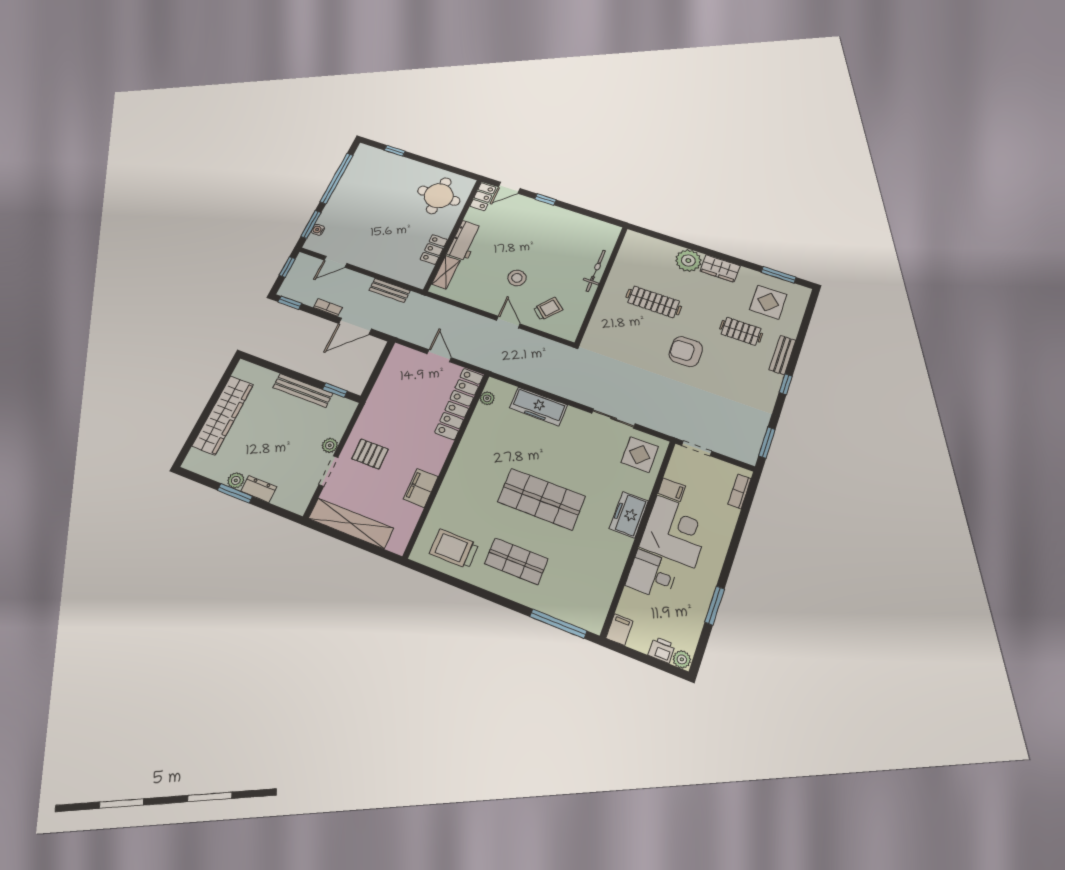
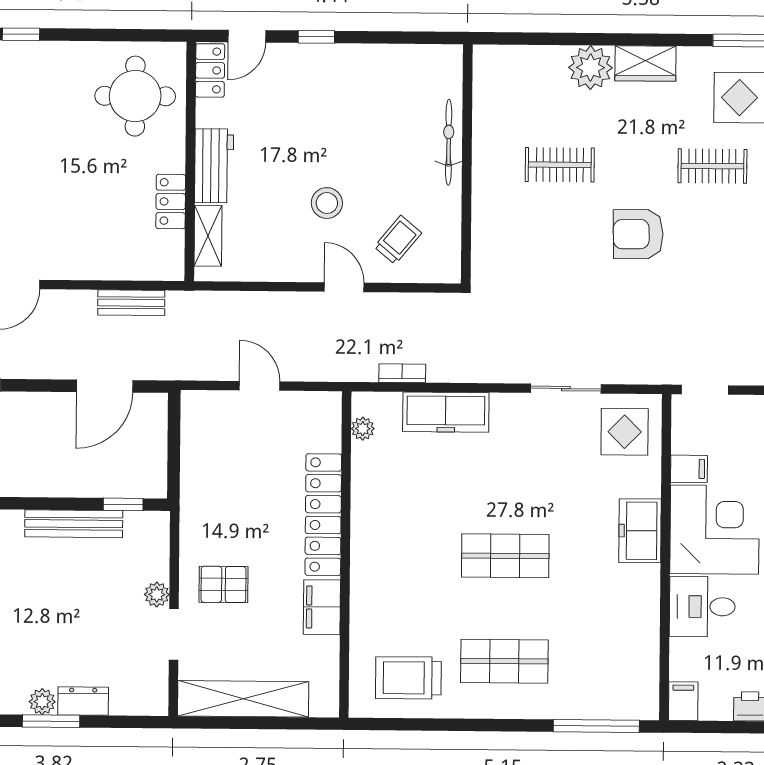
clothes rail: (654, 302) -> (560, 165), width x0.73
bookcase: (328, 307) -> (402, 373), moved
locker: (459, 404) -> (323, 515), moved
shop shelf: (541, 499) -> (505, 556), width x0.70, depth x0.74

